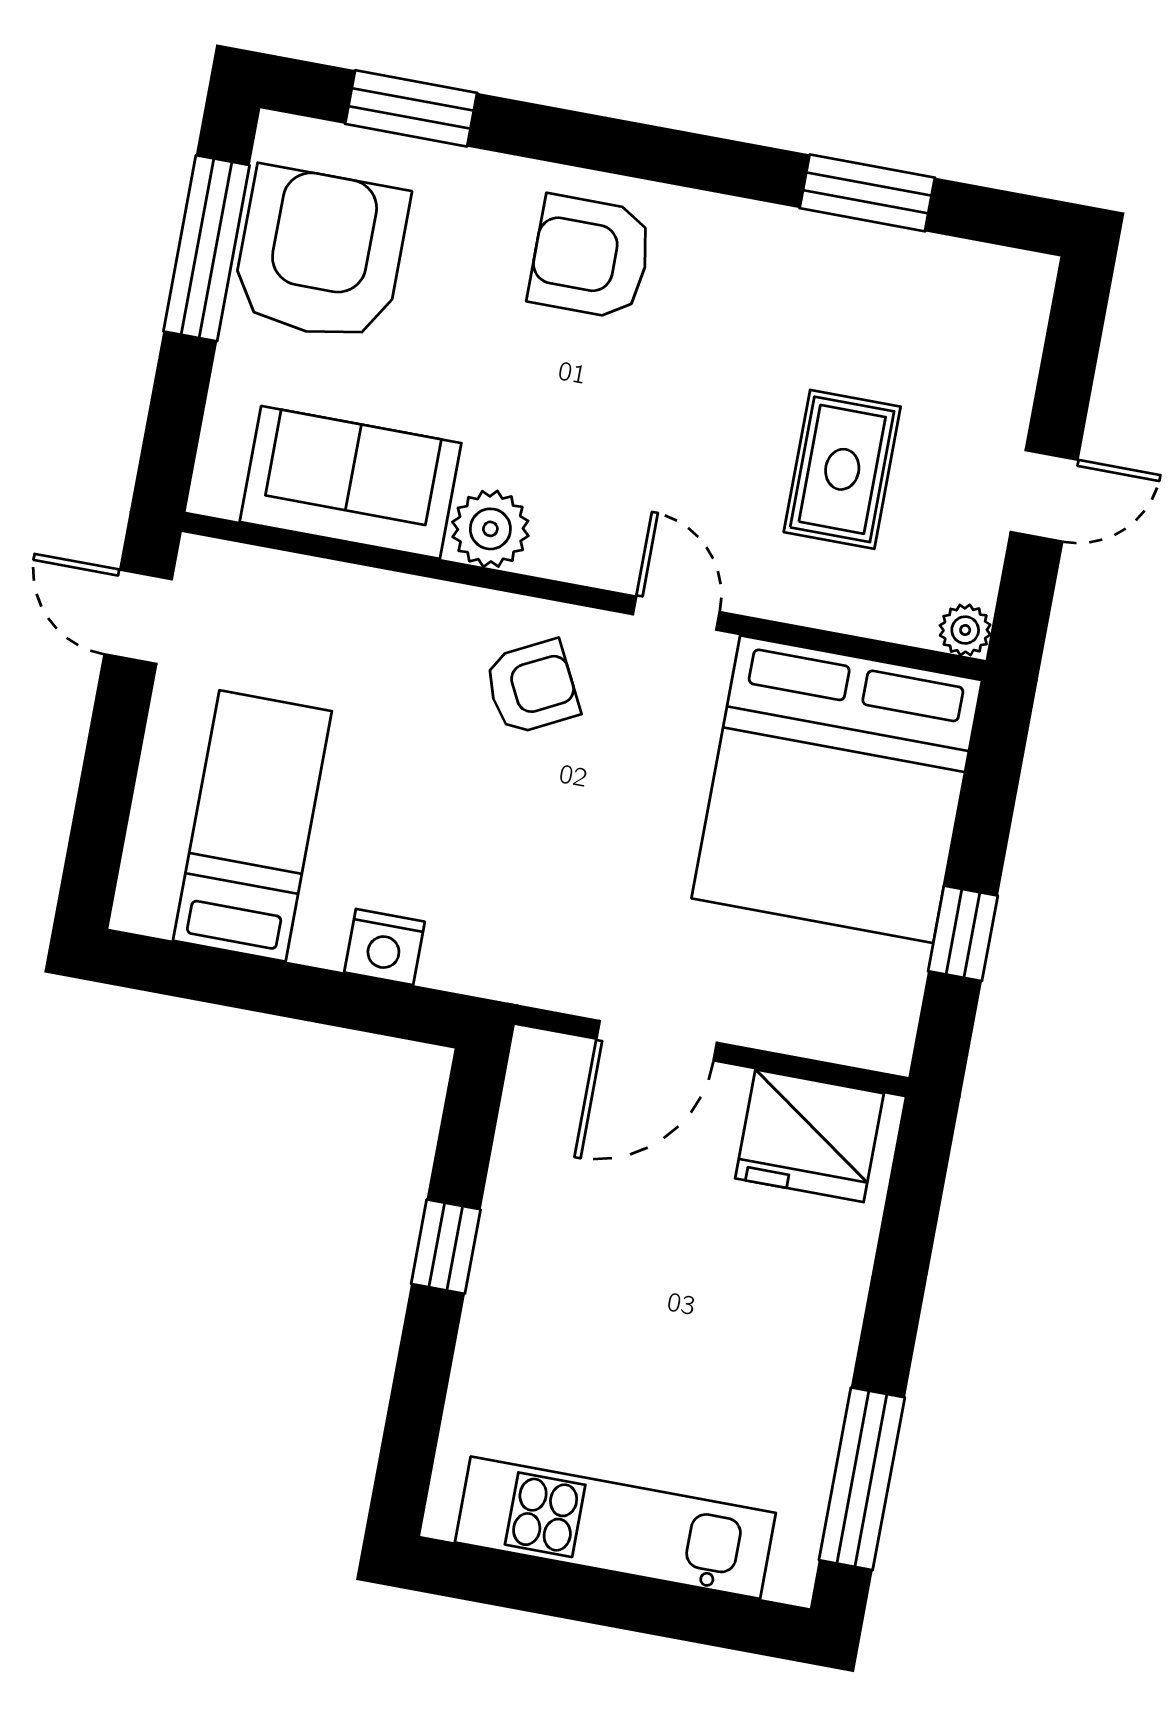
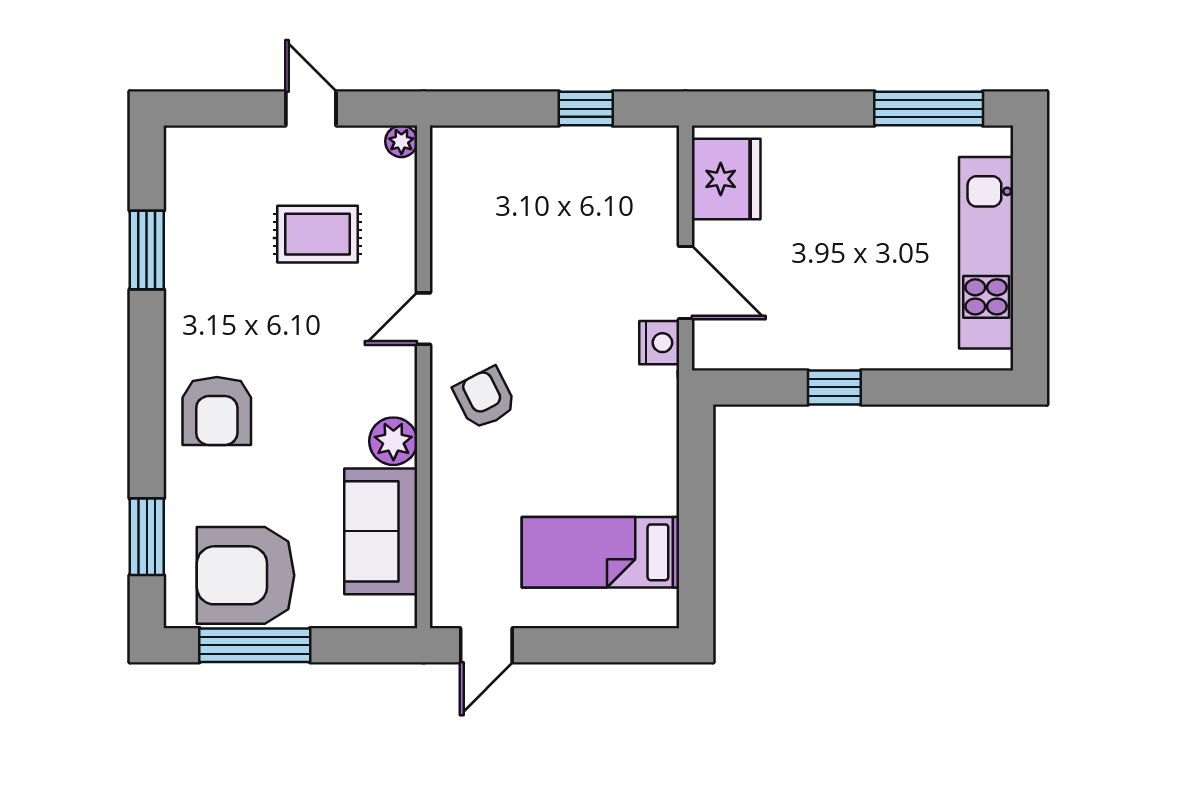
bed: (837, 789) -> (512, 201), removed
nightstand: (384, 947) -> (659, 343), moved

